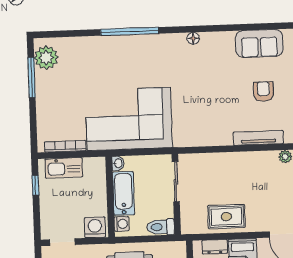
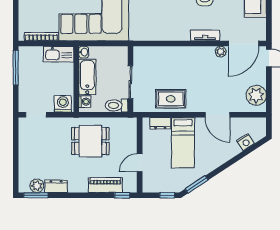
tv unit: (258, 138) -> (205, 35), width x0.71
kitchen sink: (64, 168) -> (59, 54), moved
sliding door: (176, 182) -> (130, 82), moved
window: (35, 185) -> (16, 68), width x2.17

